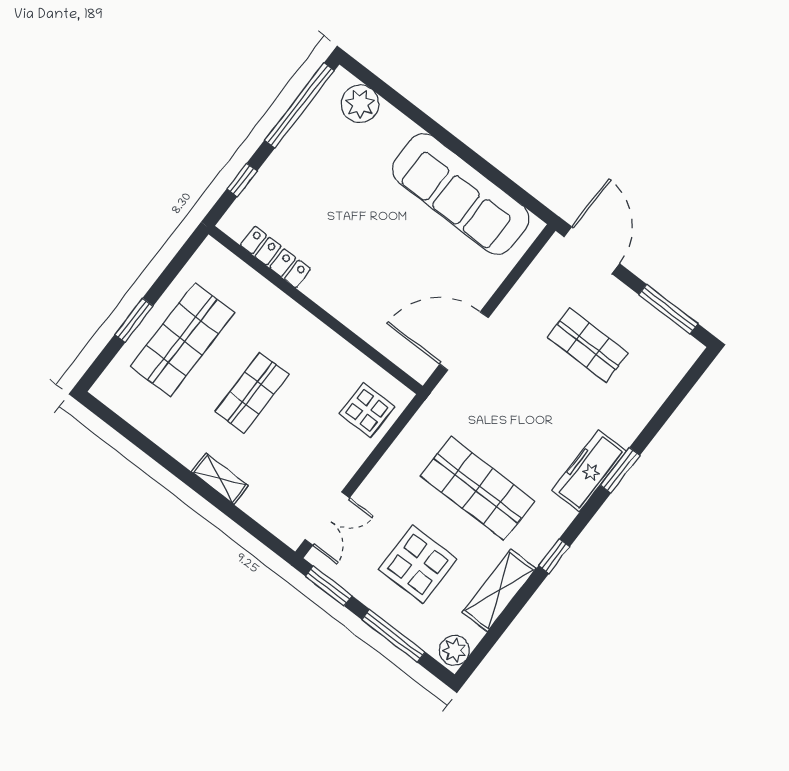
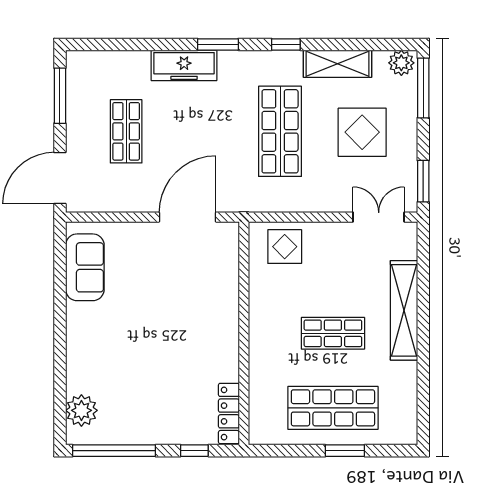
sofa: (461, 194) -> (85, 267), width x0.54, depth x0.79
locker: (275, 257) -> (229, 413), moved
door: (464, 341) -> (188, 217), swing flipped
window: (620, 470) -> (218, 44), moved
freezer: (589, 471) -> (184, 65), moved
shelving: (220, 479) -> (404, 310), width x2.20, depth x1.33
window: (393, 636) -> (423, 88), moved

